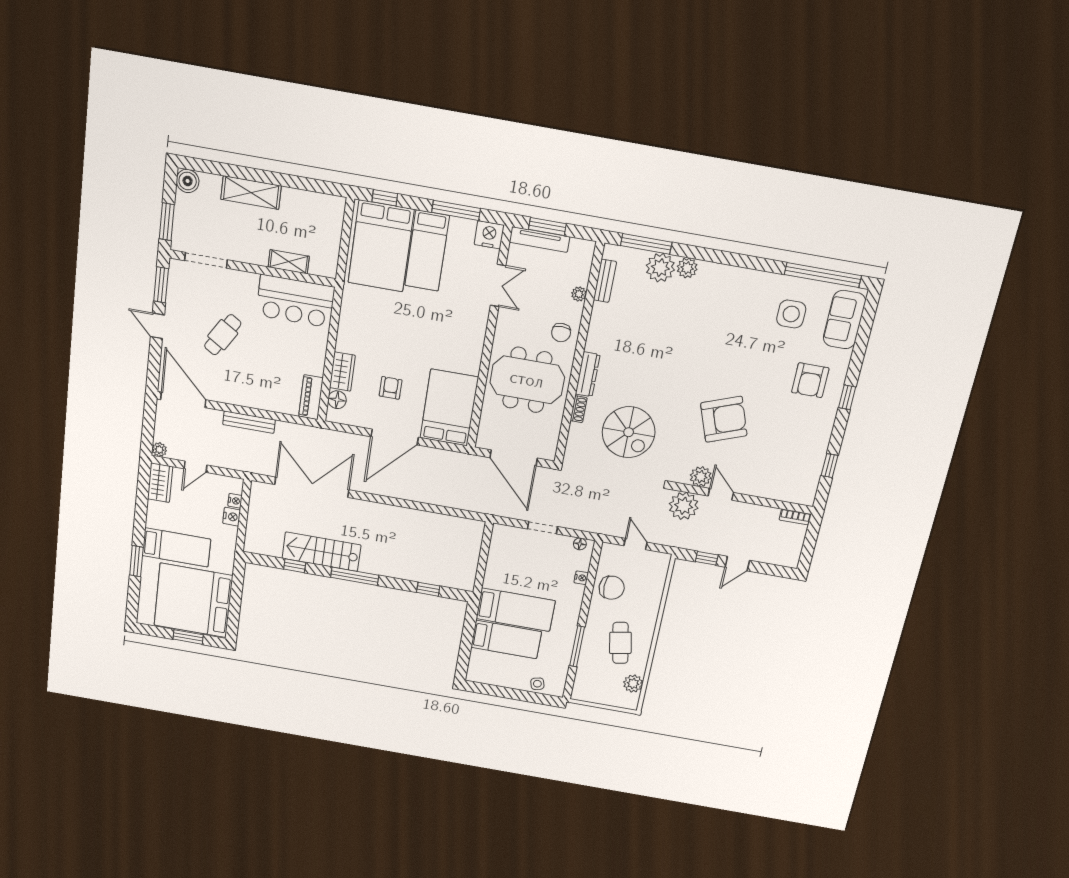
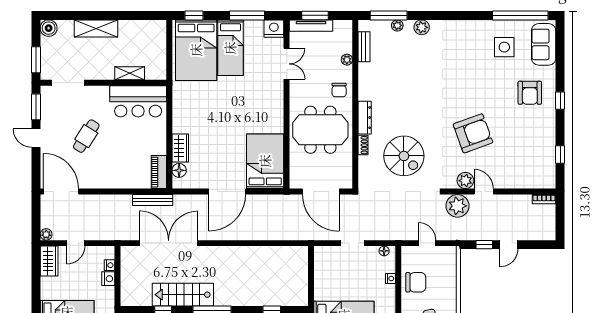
plant: (660, 268) -> (397, 25), width x0.53, depth x0.53
armchair: (391, 388) -> (218, 154), removed
bench: (249, 422) -> (153, 200), moved

